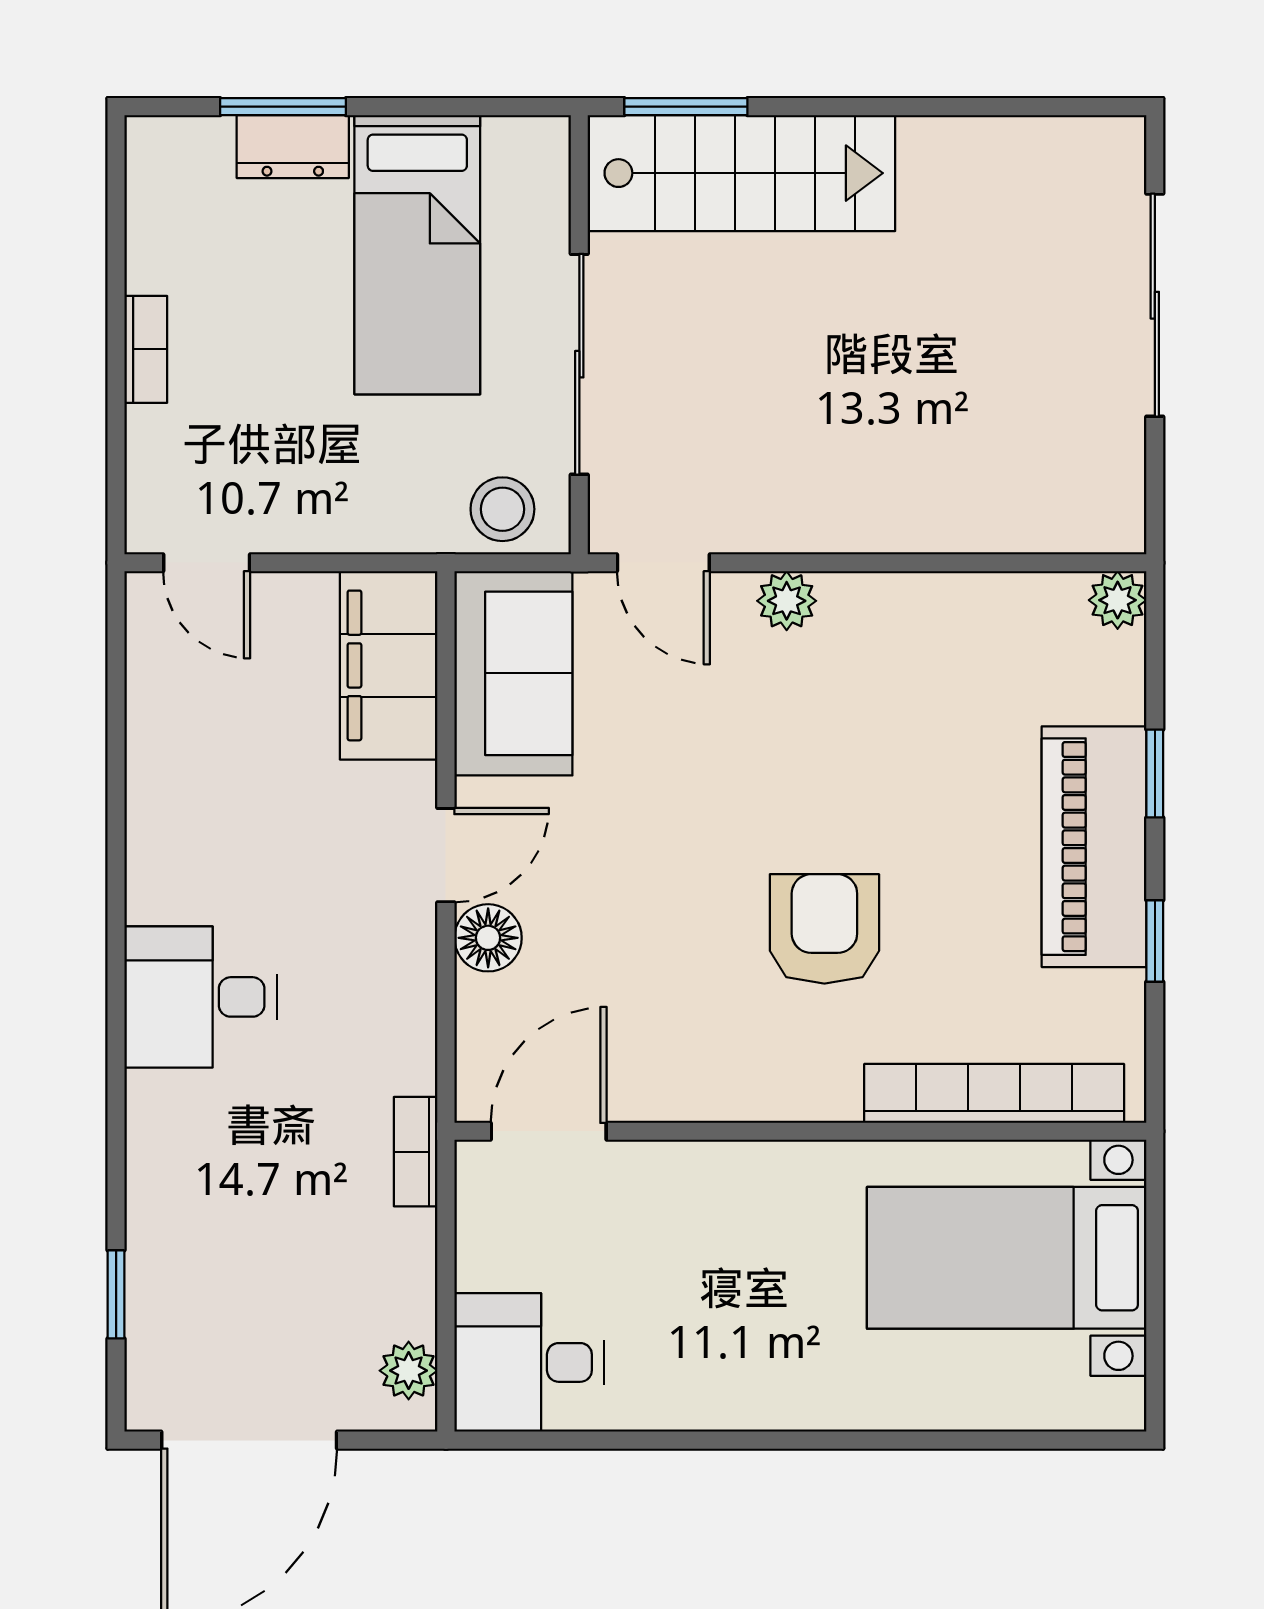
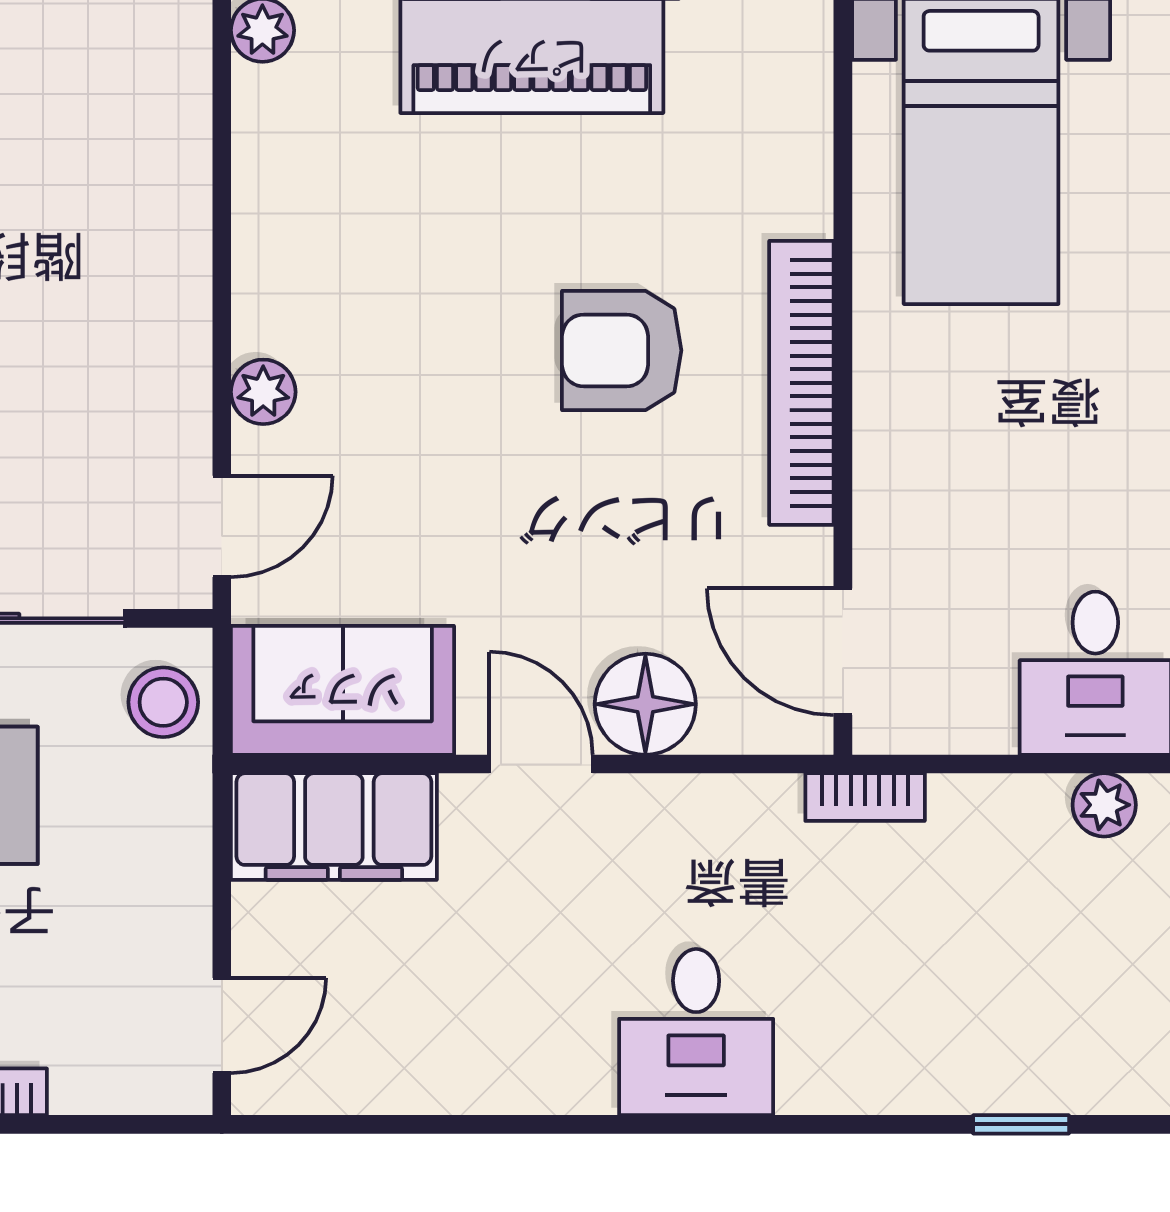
floor lamp: (488, 938) -> (645, 704), width x1.38, depth x1.38
bookcase: (994, 1093) -> (801, 383), moved

